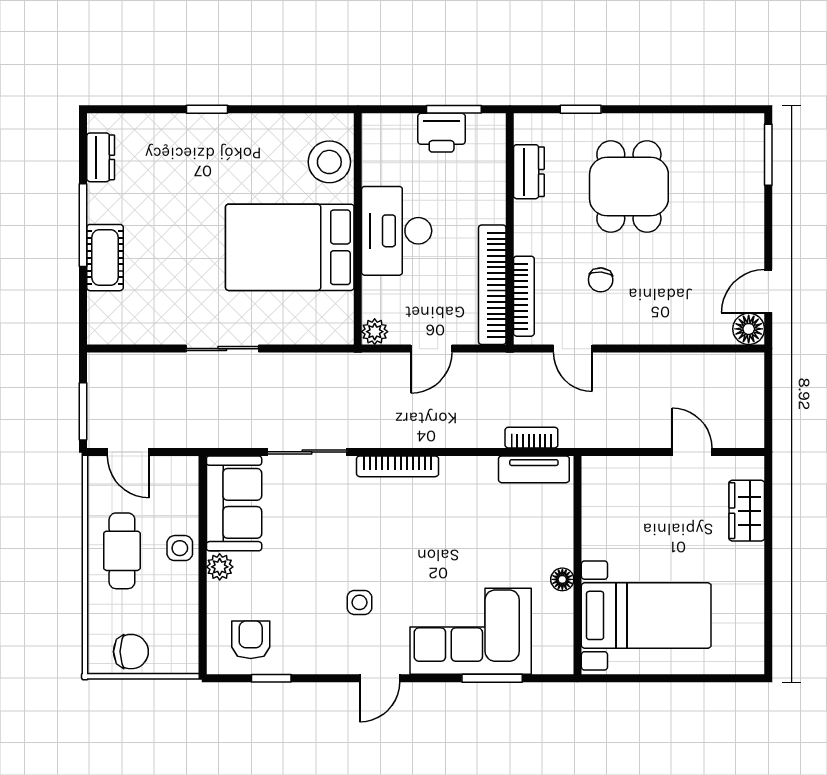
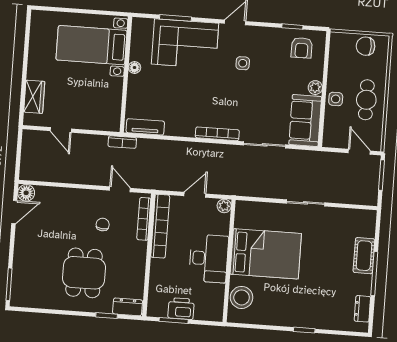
dresser: (529, 172) -> (128, 307), moved, turned 90
bookcase: (531, 438) -> (122, 142), moved

